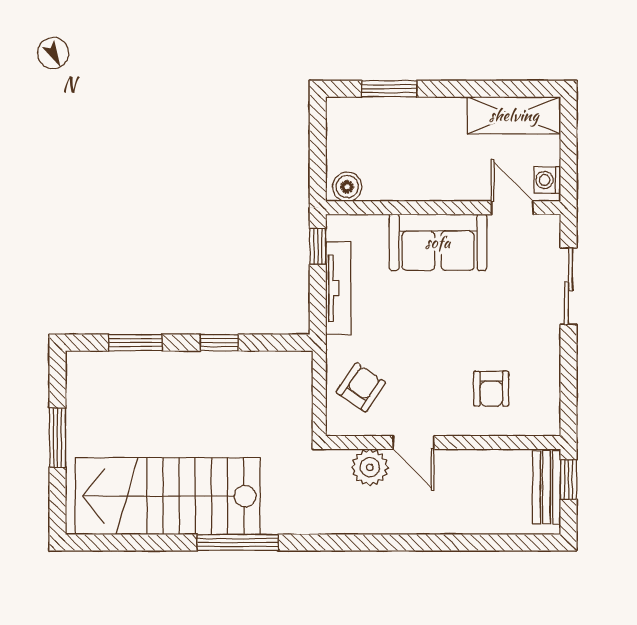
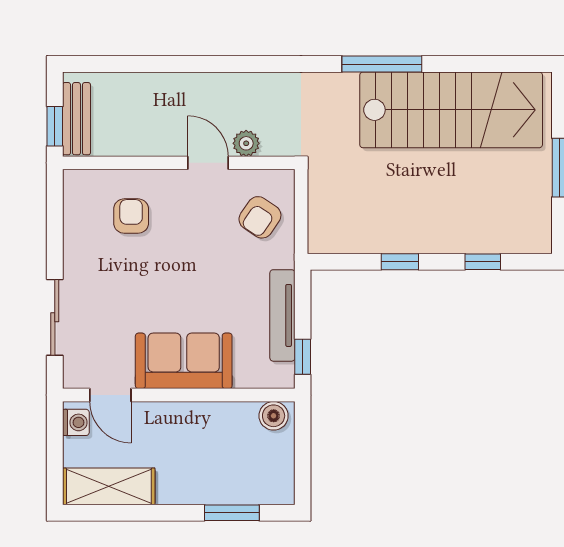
window: (136, 343) -> (483, 262), width x0.67
plant: (370, 467) -> (246, 143), width x0.73, depth x0.73

